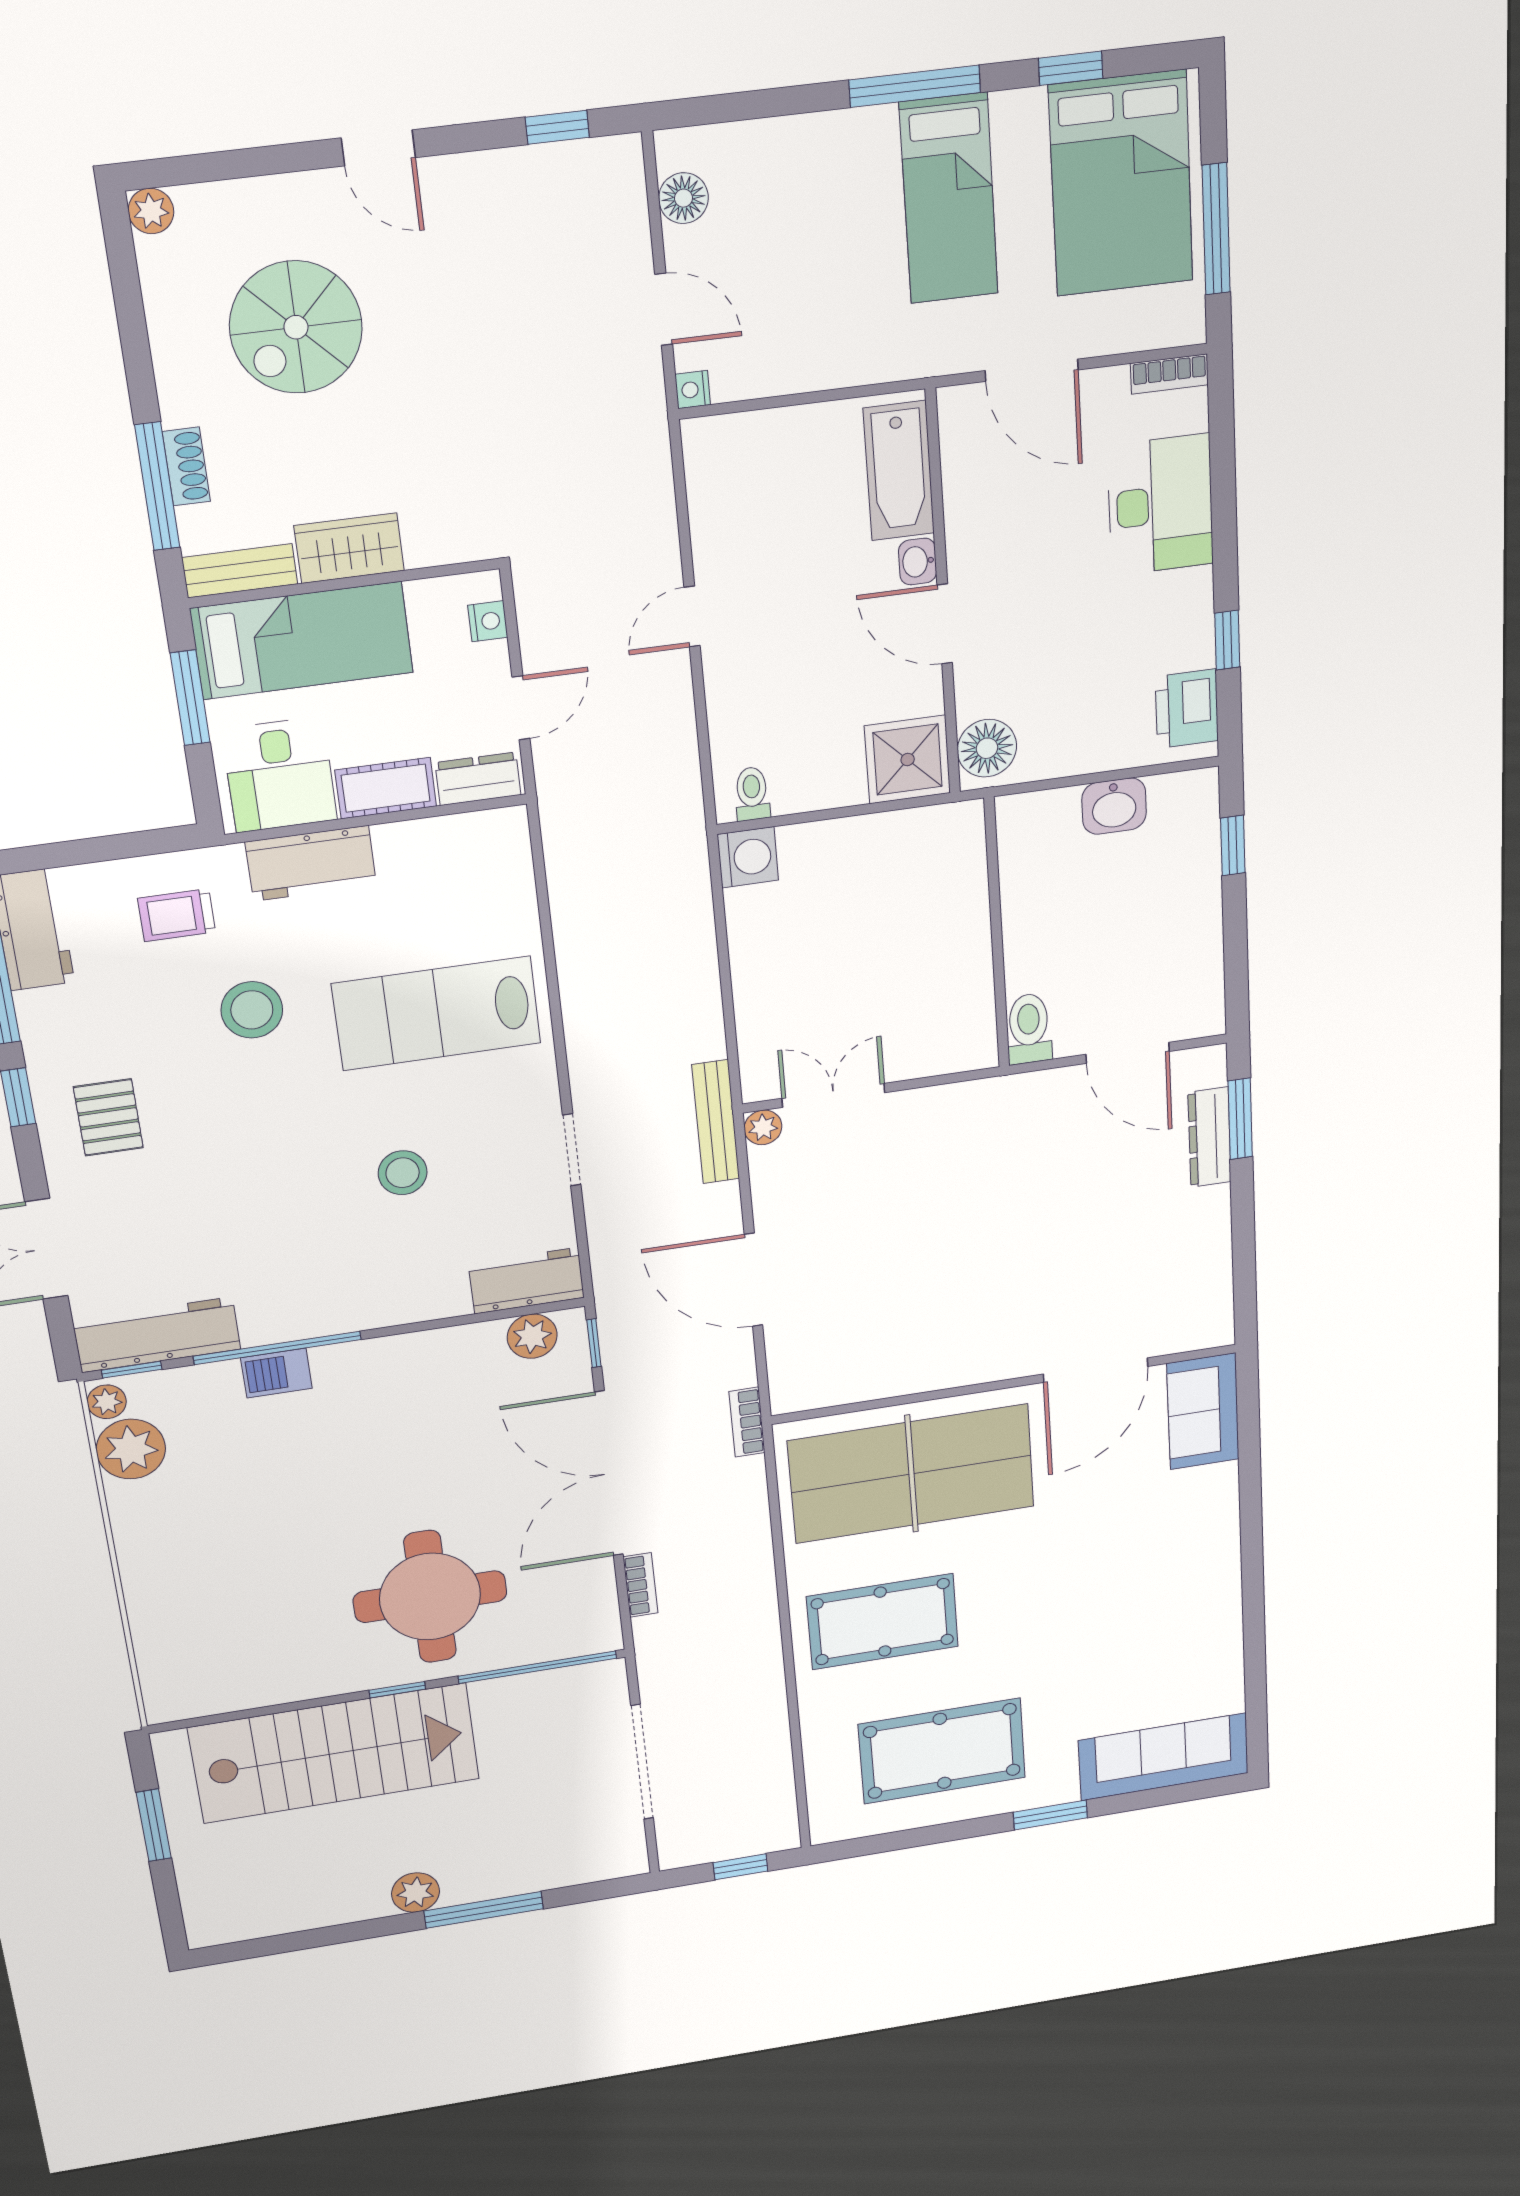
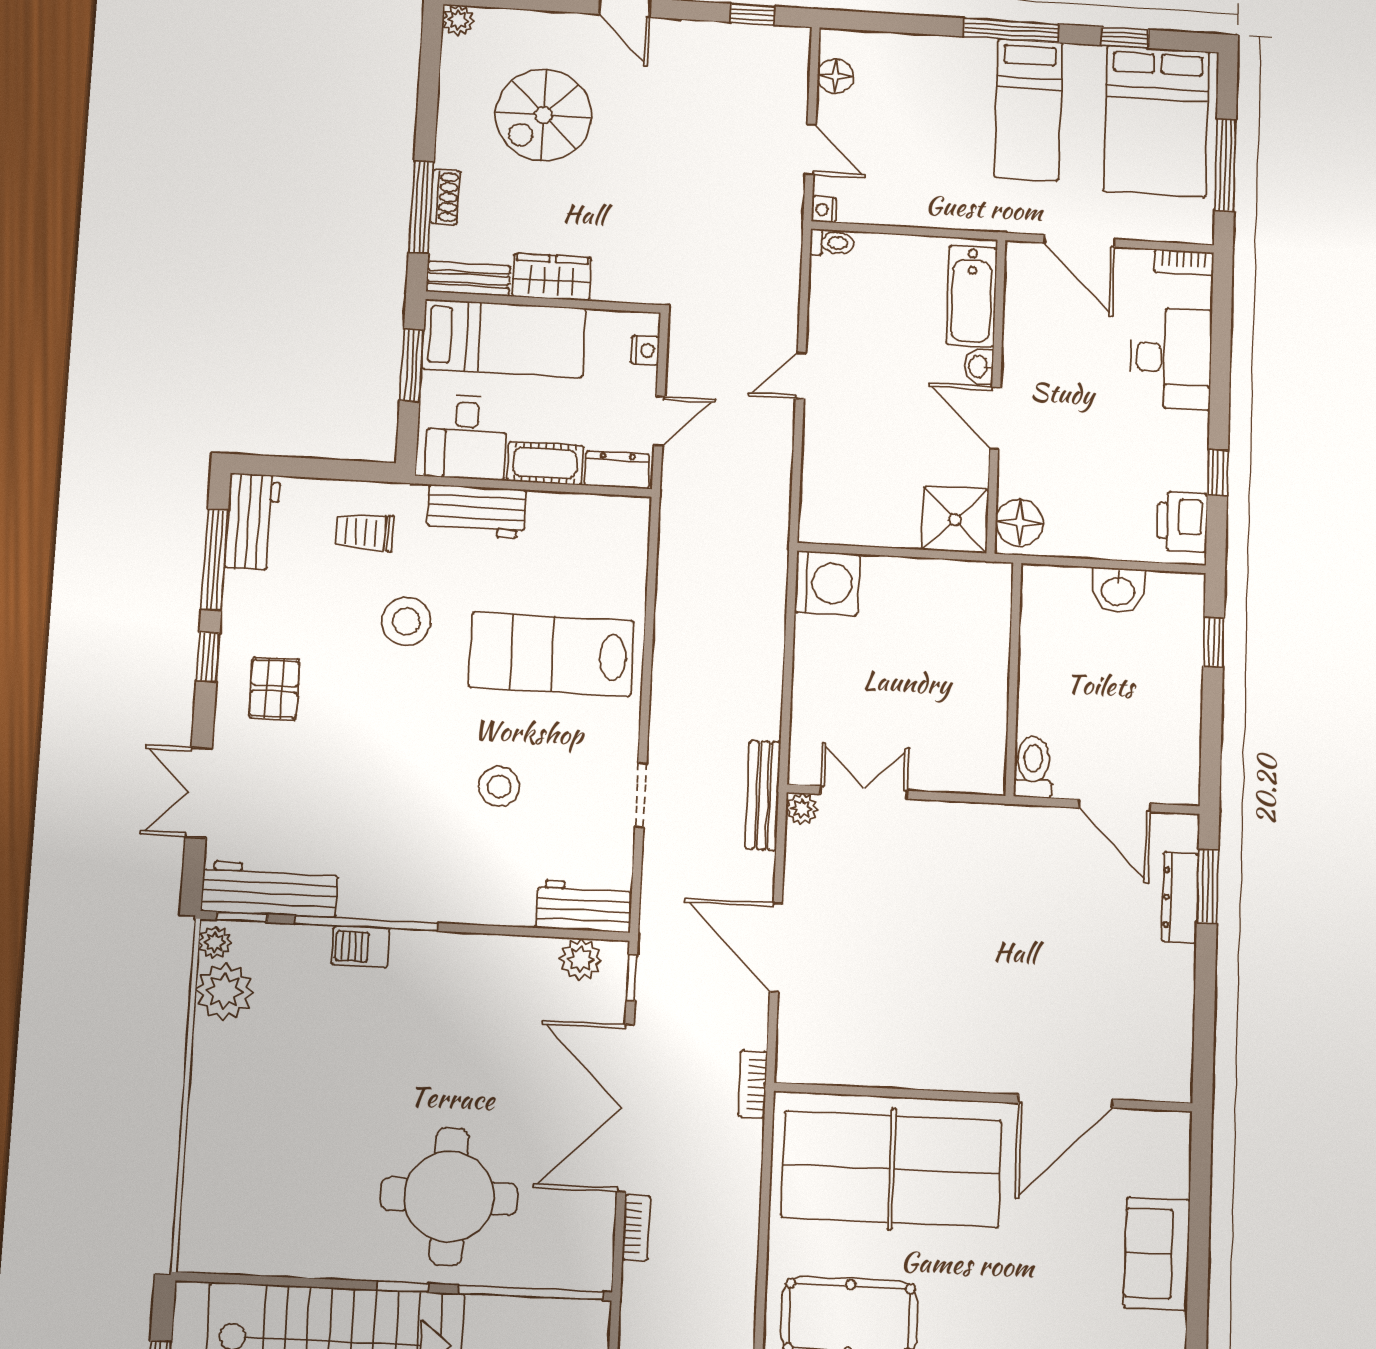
toilet: (752, 794) -> (832, 243), moved, turned 90
washing machine: (748, 857) -> (827, 583), width x1.37, depth x1.37
sofa: (1203, 1411) -> (1157, 1254), moved

